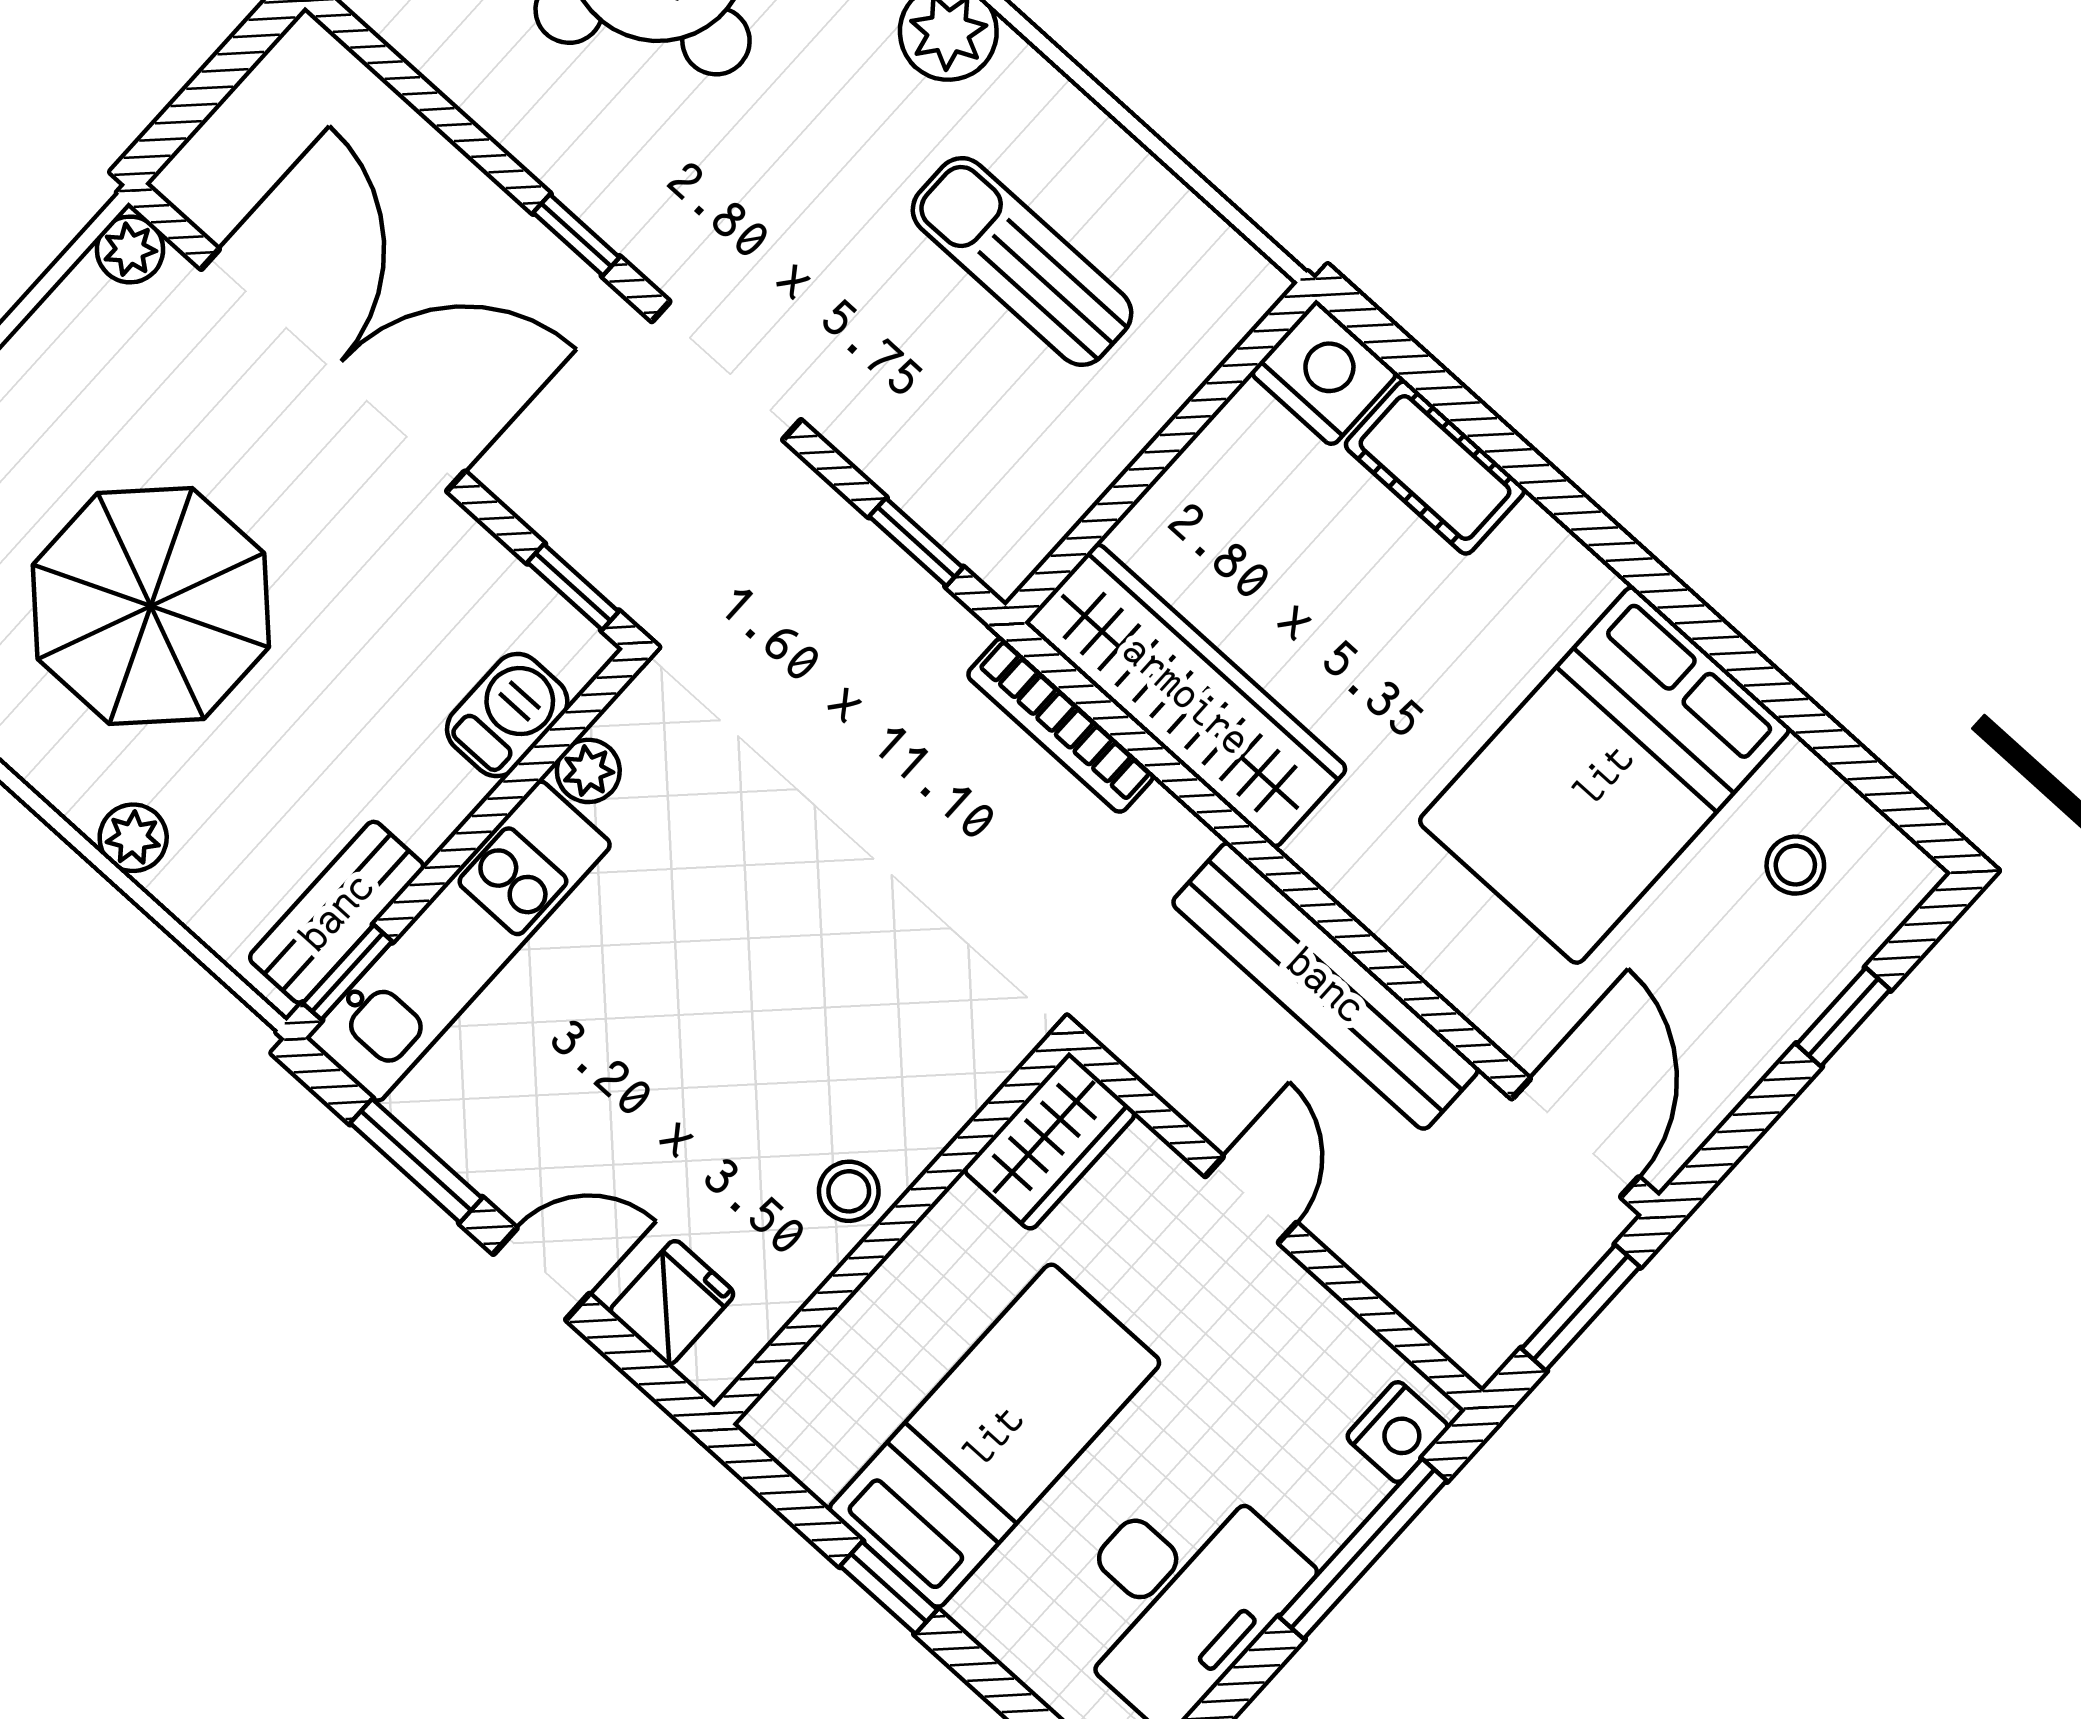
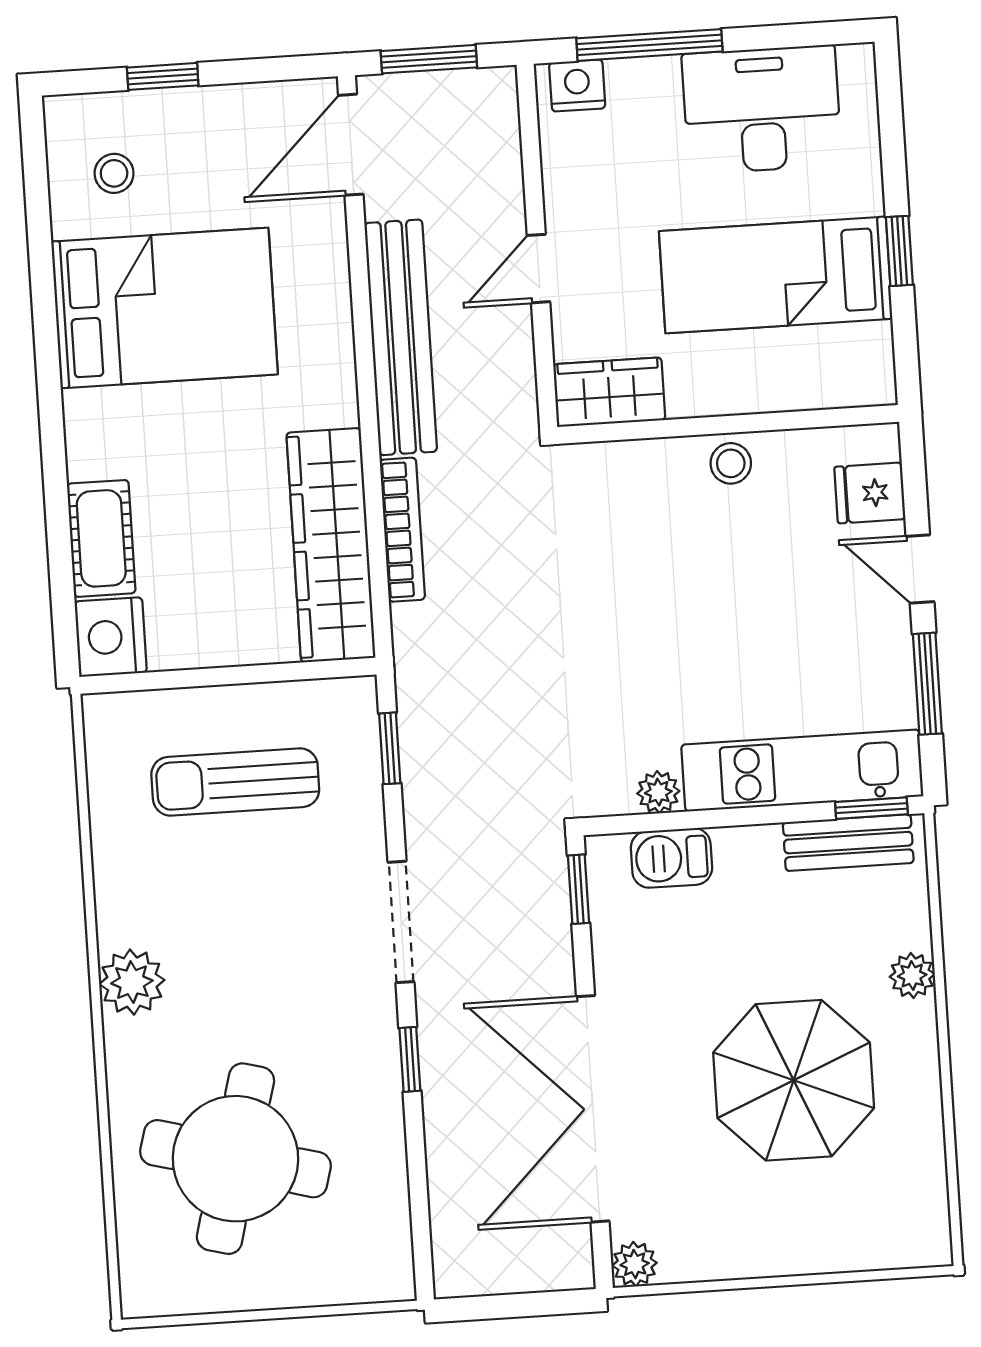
sun lounger: (1022, 262) -> (235, 782), moved, turned 90
bookcase: (1061, 725) -> (402, 530), moved

